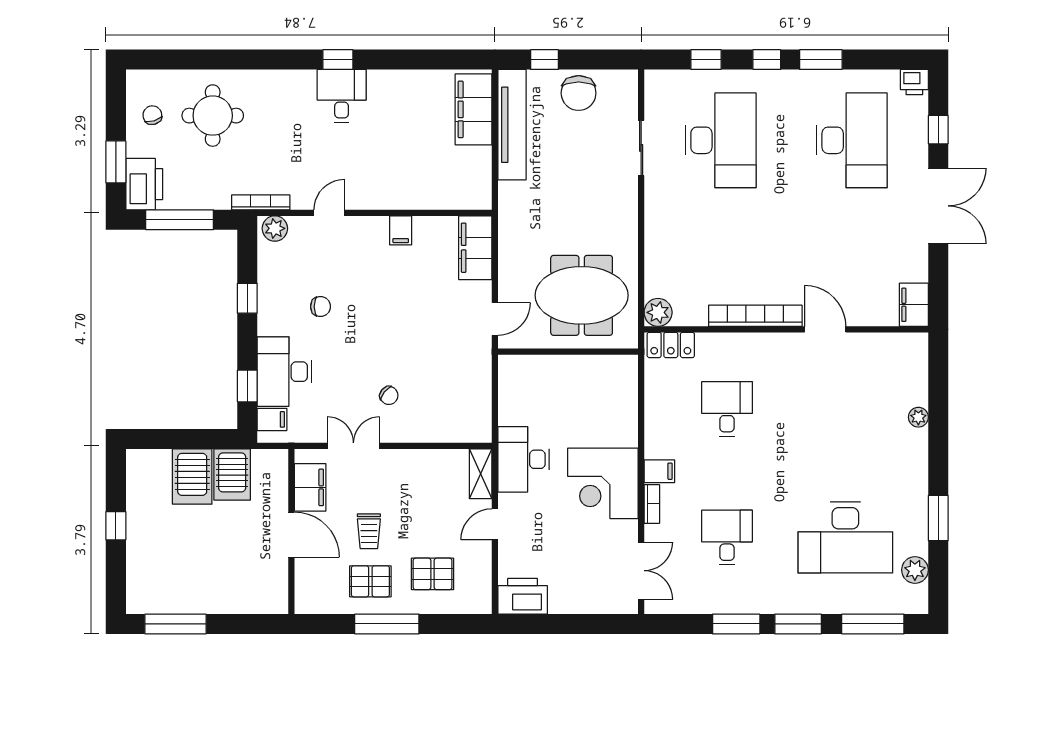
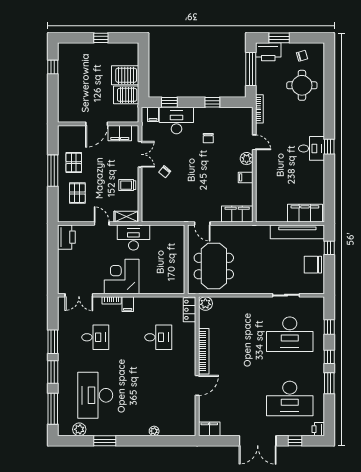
plant: (275, 228) -> (247, 159), moved
trolley: (369, 531) -> (127, 185), moved
window: (175, 624) -> (53, 67), width x0.46

